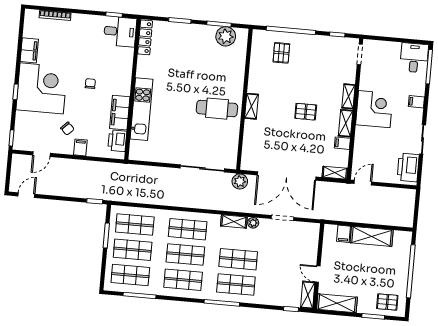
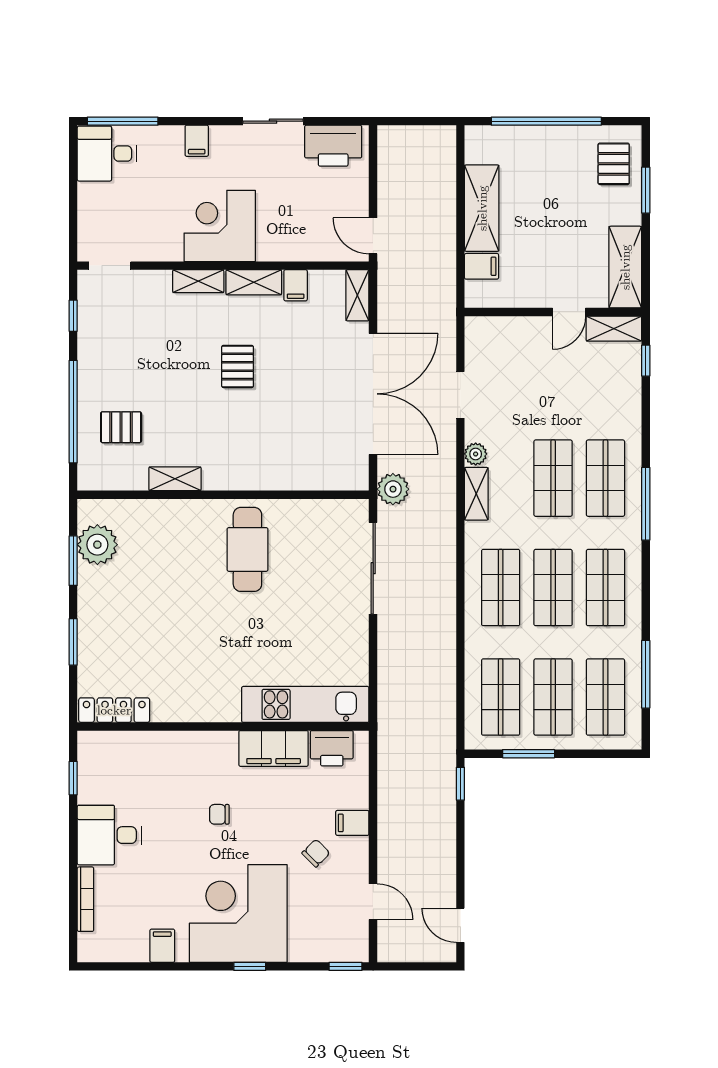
desk: (120, 32) -> (109, 835), moved, turned -90
filing cabinet: (29, 50) -> (162, 946), width x0.50
shelving: (252, 106) -> (175, 479), moved
kitchen unit: (141, 109) -> (305, 704), moved

